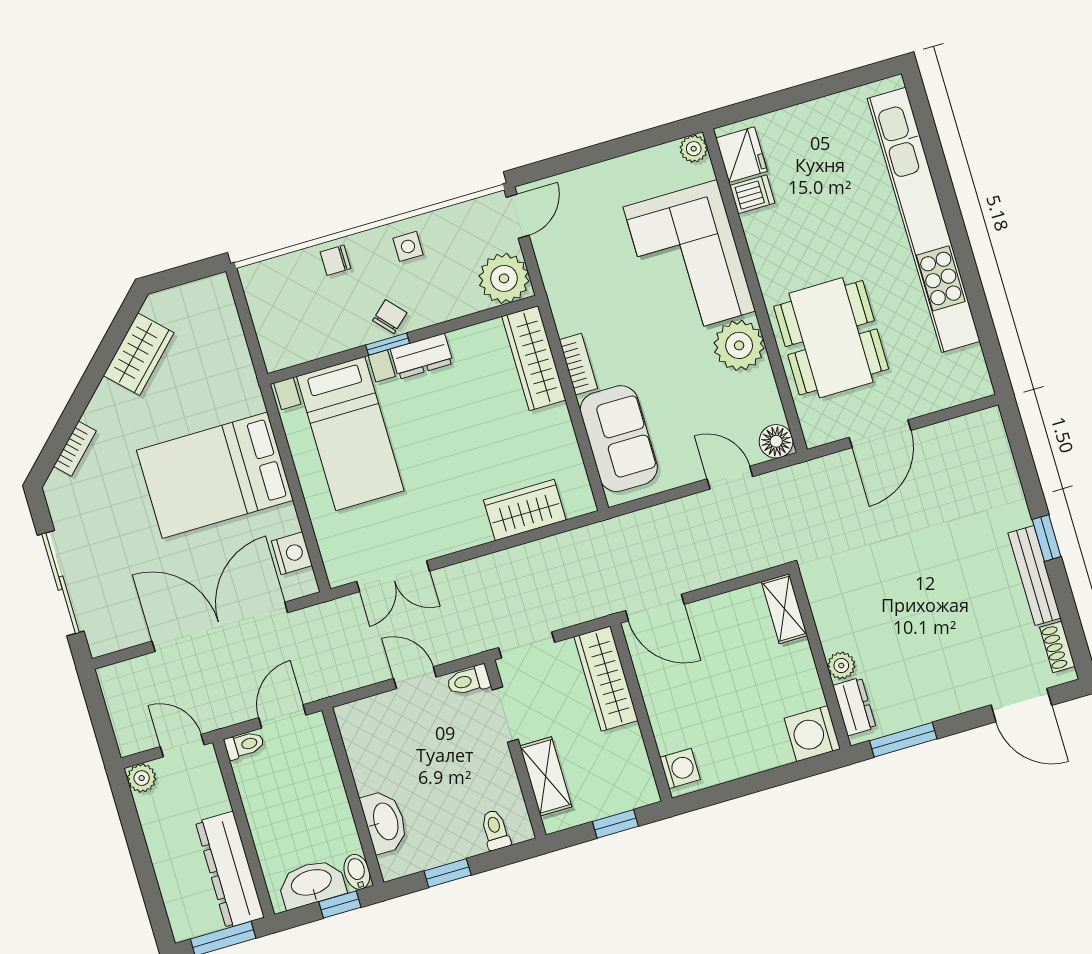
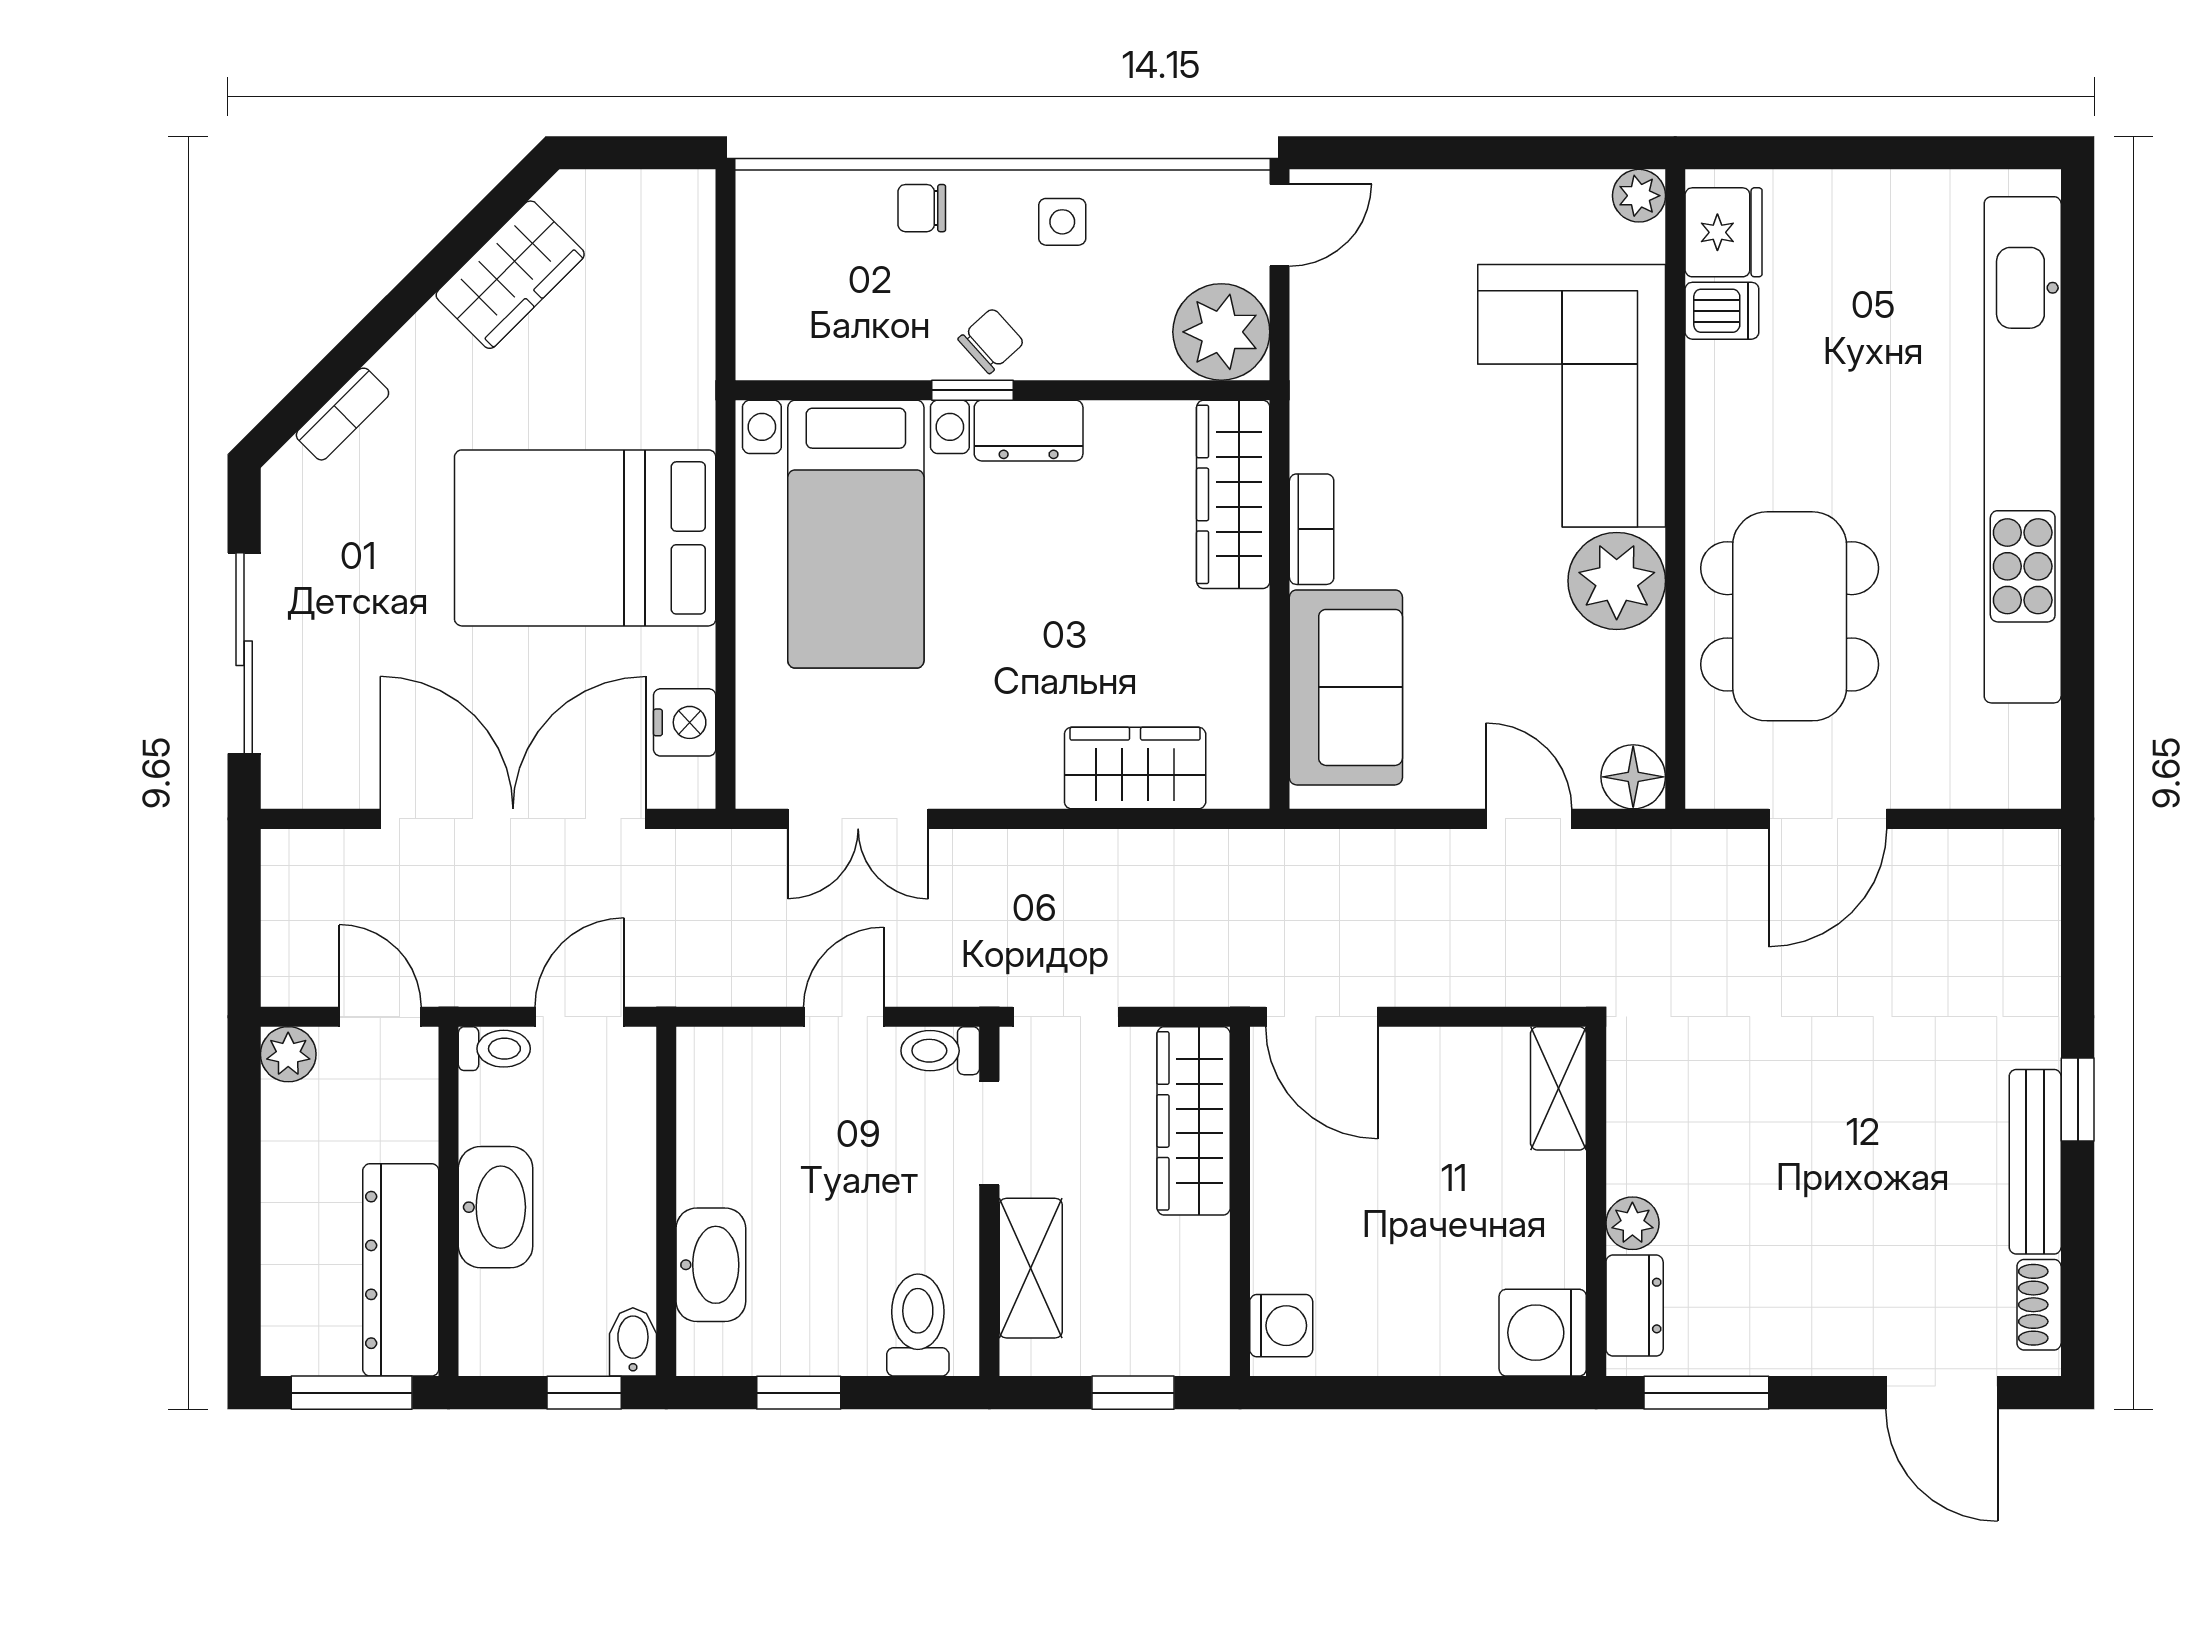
door: (415, 678) -> (844, 1017), hinge flipped
toilet: (495, 830) -> (918, 1325), width x1.37, depth x1.39
washbasin: (312, 884) -> (496, 1207), moved, turned 90

